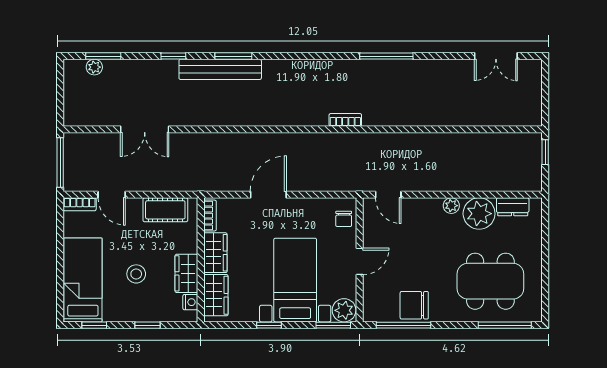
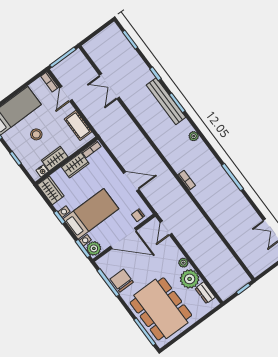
plant: (94, 67) -> (194, 136), moved
door: (268, 195) -> (131, 181), moved
door: (360, 261) -> (123, 238), width x1.88
dining table: (490, 281) -> (161, 309), width x1.36, depth x1.24
wardrobe: (216, 295) -> (51, 190), moved, turned -90

